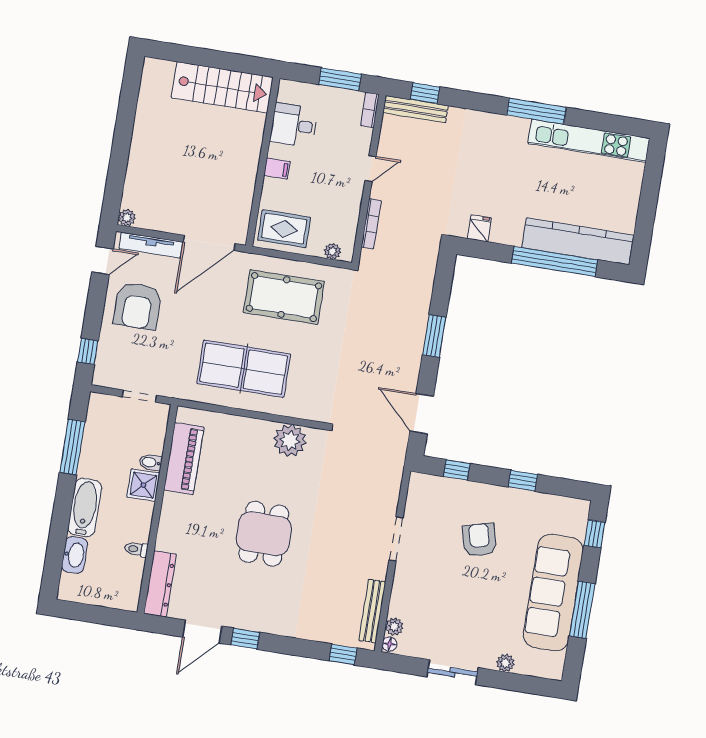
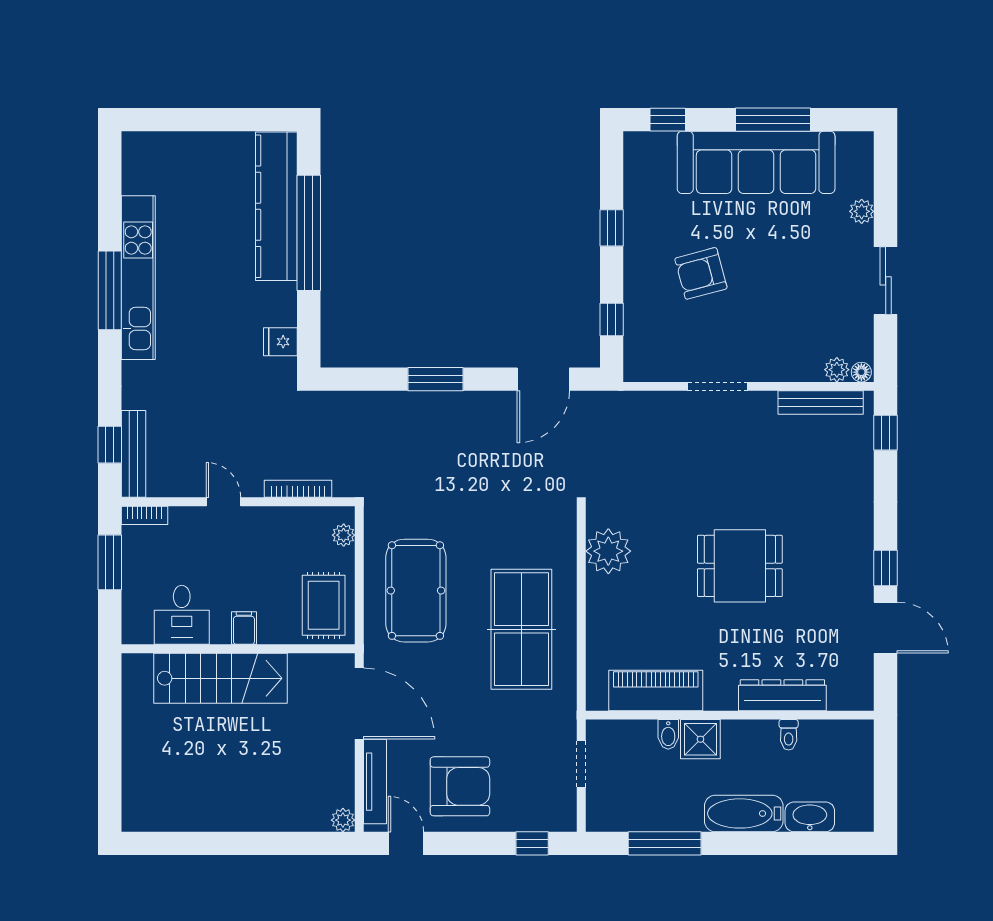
stairs: (222, 87) -> (221, 678), moved, turned 90
kitchen unit: (589, 141) -> (138, 278), moved
dresser: (160, 584) -> (782, 695), moved

